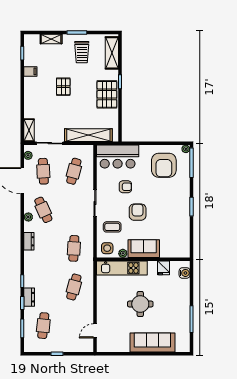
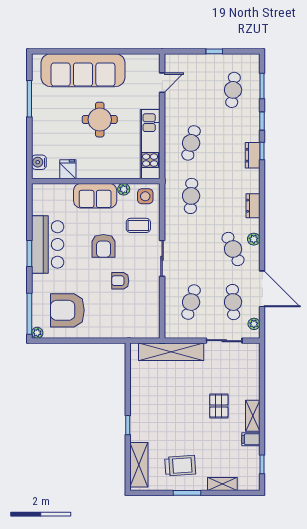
trolley: (82, 52) -> (180, 466), turned 86
pallet: (63, 87) -> (219, 406), moved
pallet: (107, 94) -> (146, 408), removed
shelving: (29, 130) -> (253, 416), moved
bar counter: (118, 156) -> (48, 244), moved, turned 90
armchair: (164, 165) -> (67, 310), turned -90
kitchen unit: (122, 268) -> (150, 144), moved, turned -90
dresser: (29, 297) -> (253, 155), moved
sofa: (152, 343) -> (83, 70), width x1.36, depth x1.27

